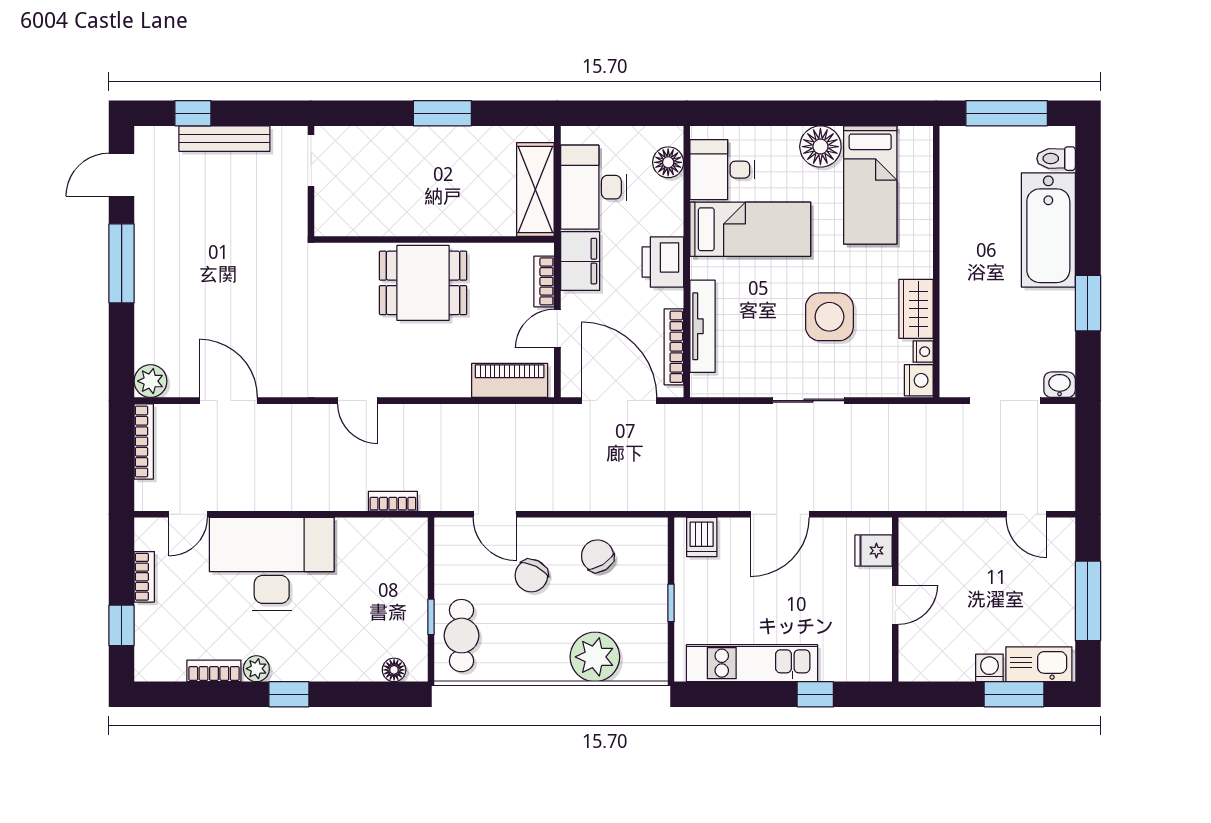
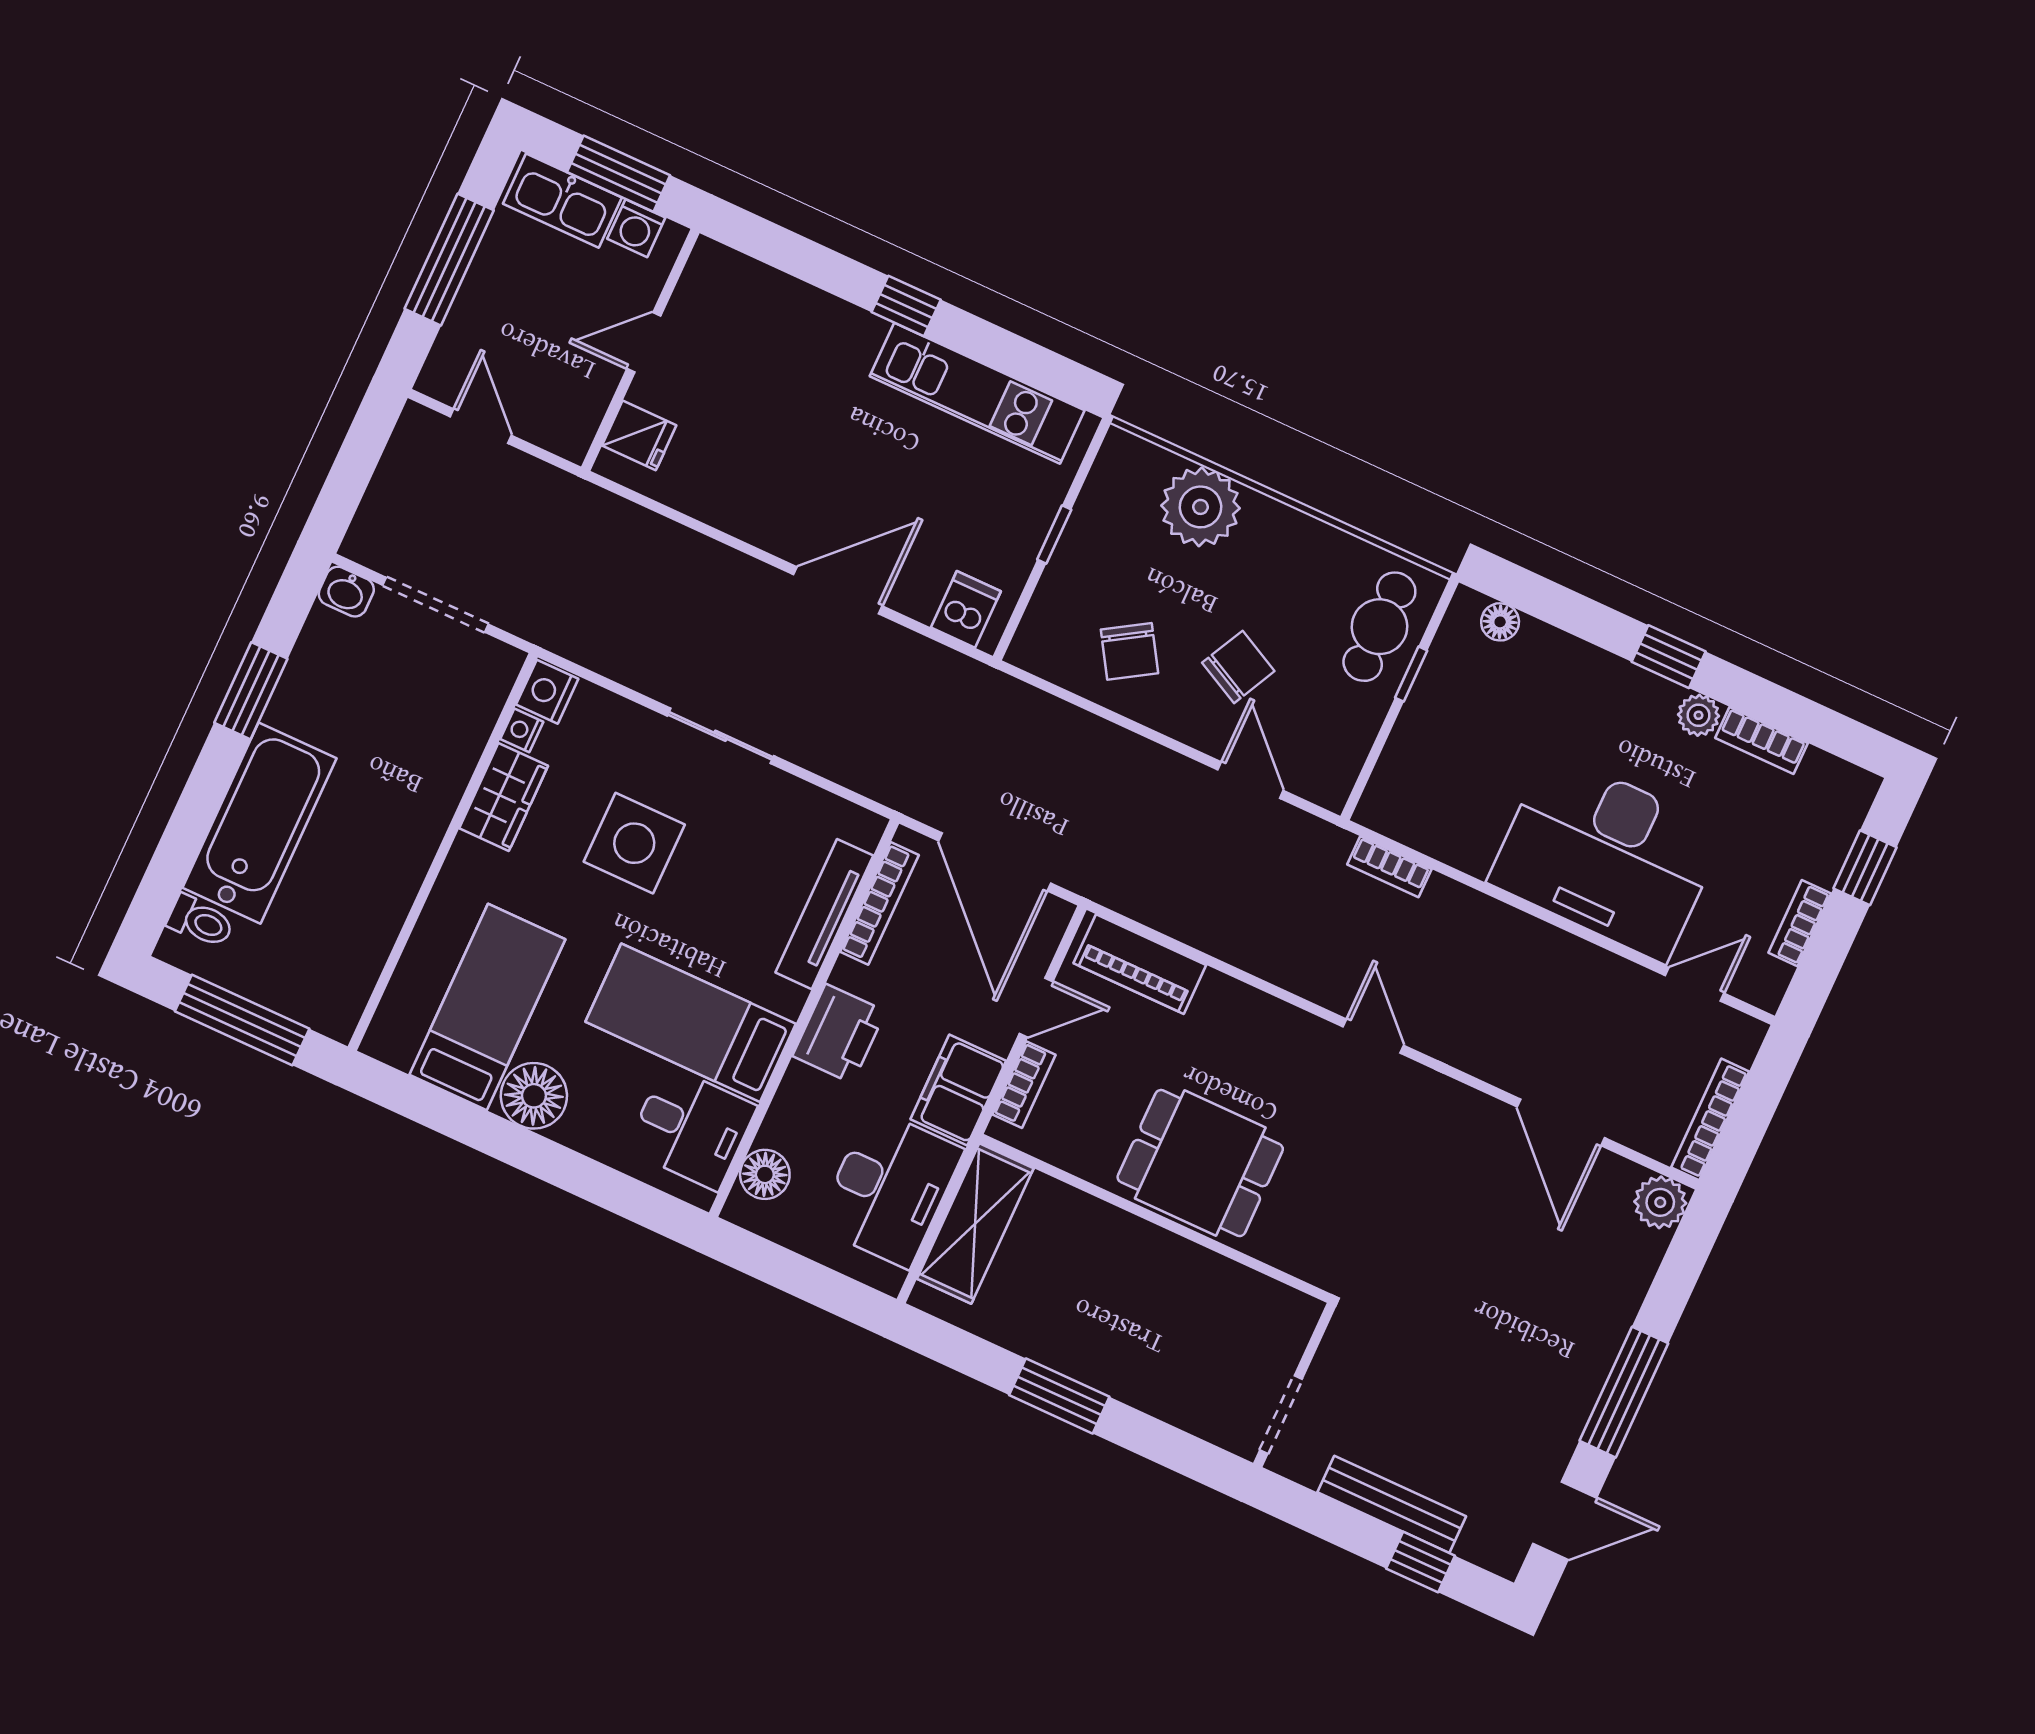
fridge: (874, 551) -> (639, 435), moved
wall: (895, 600) -> (640, 350), moved
door: (895, 605) -> (644, 342), moved

